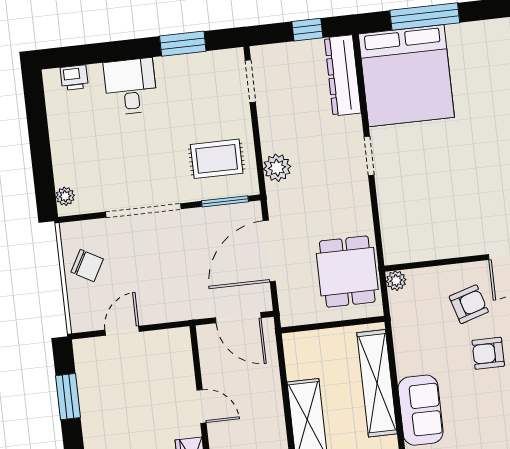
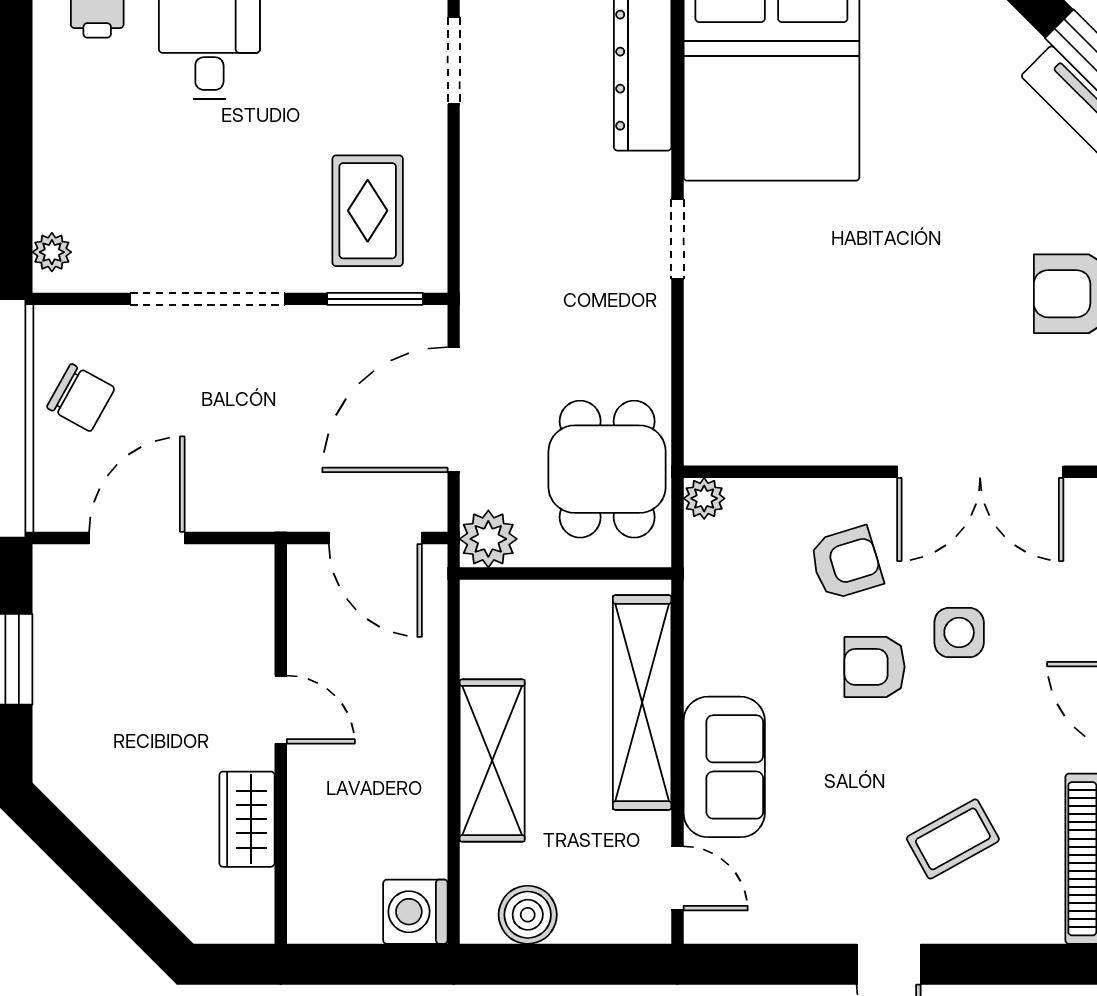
rug: (217, 159) -> (368, 211), turned 90
plant: (277, 168) -> (488, 539), moved
door: (122, 331) -> (137, 538), width x1.38

